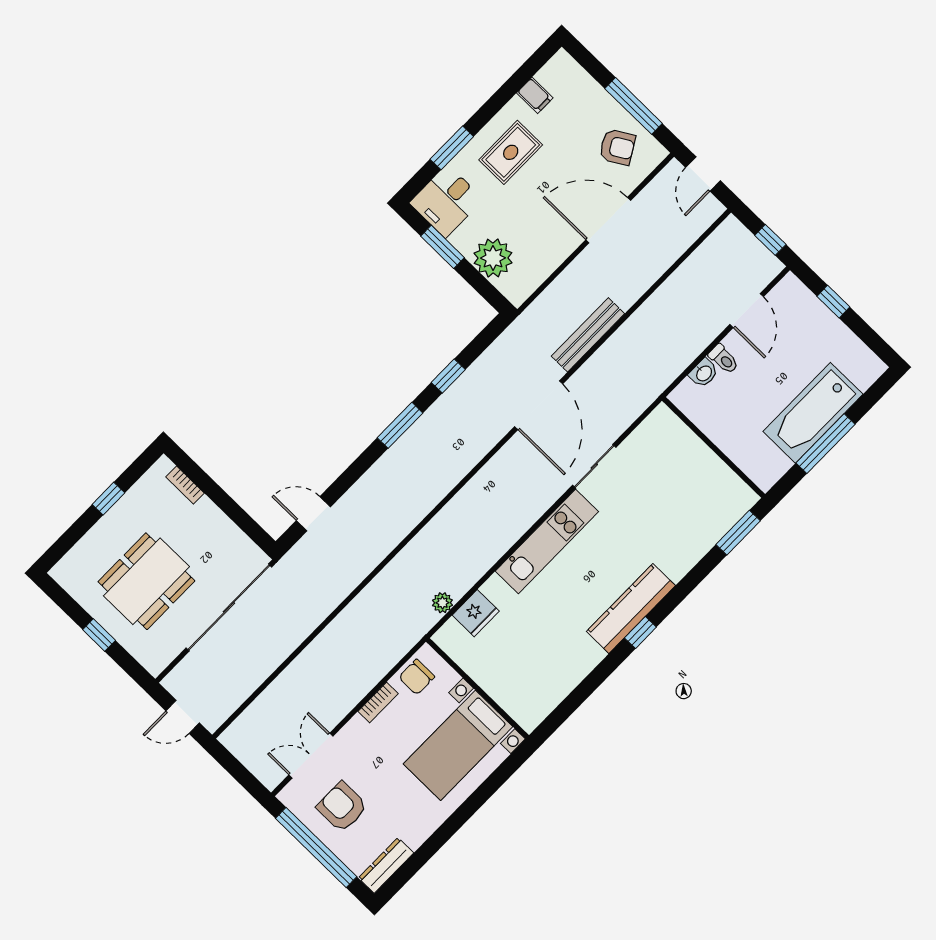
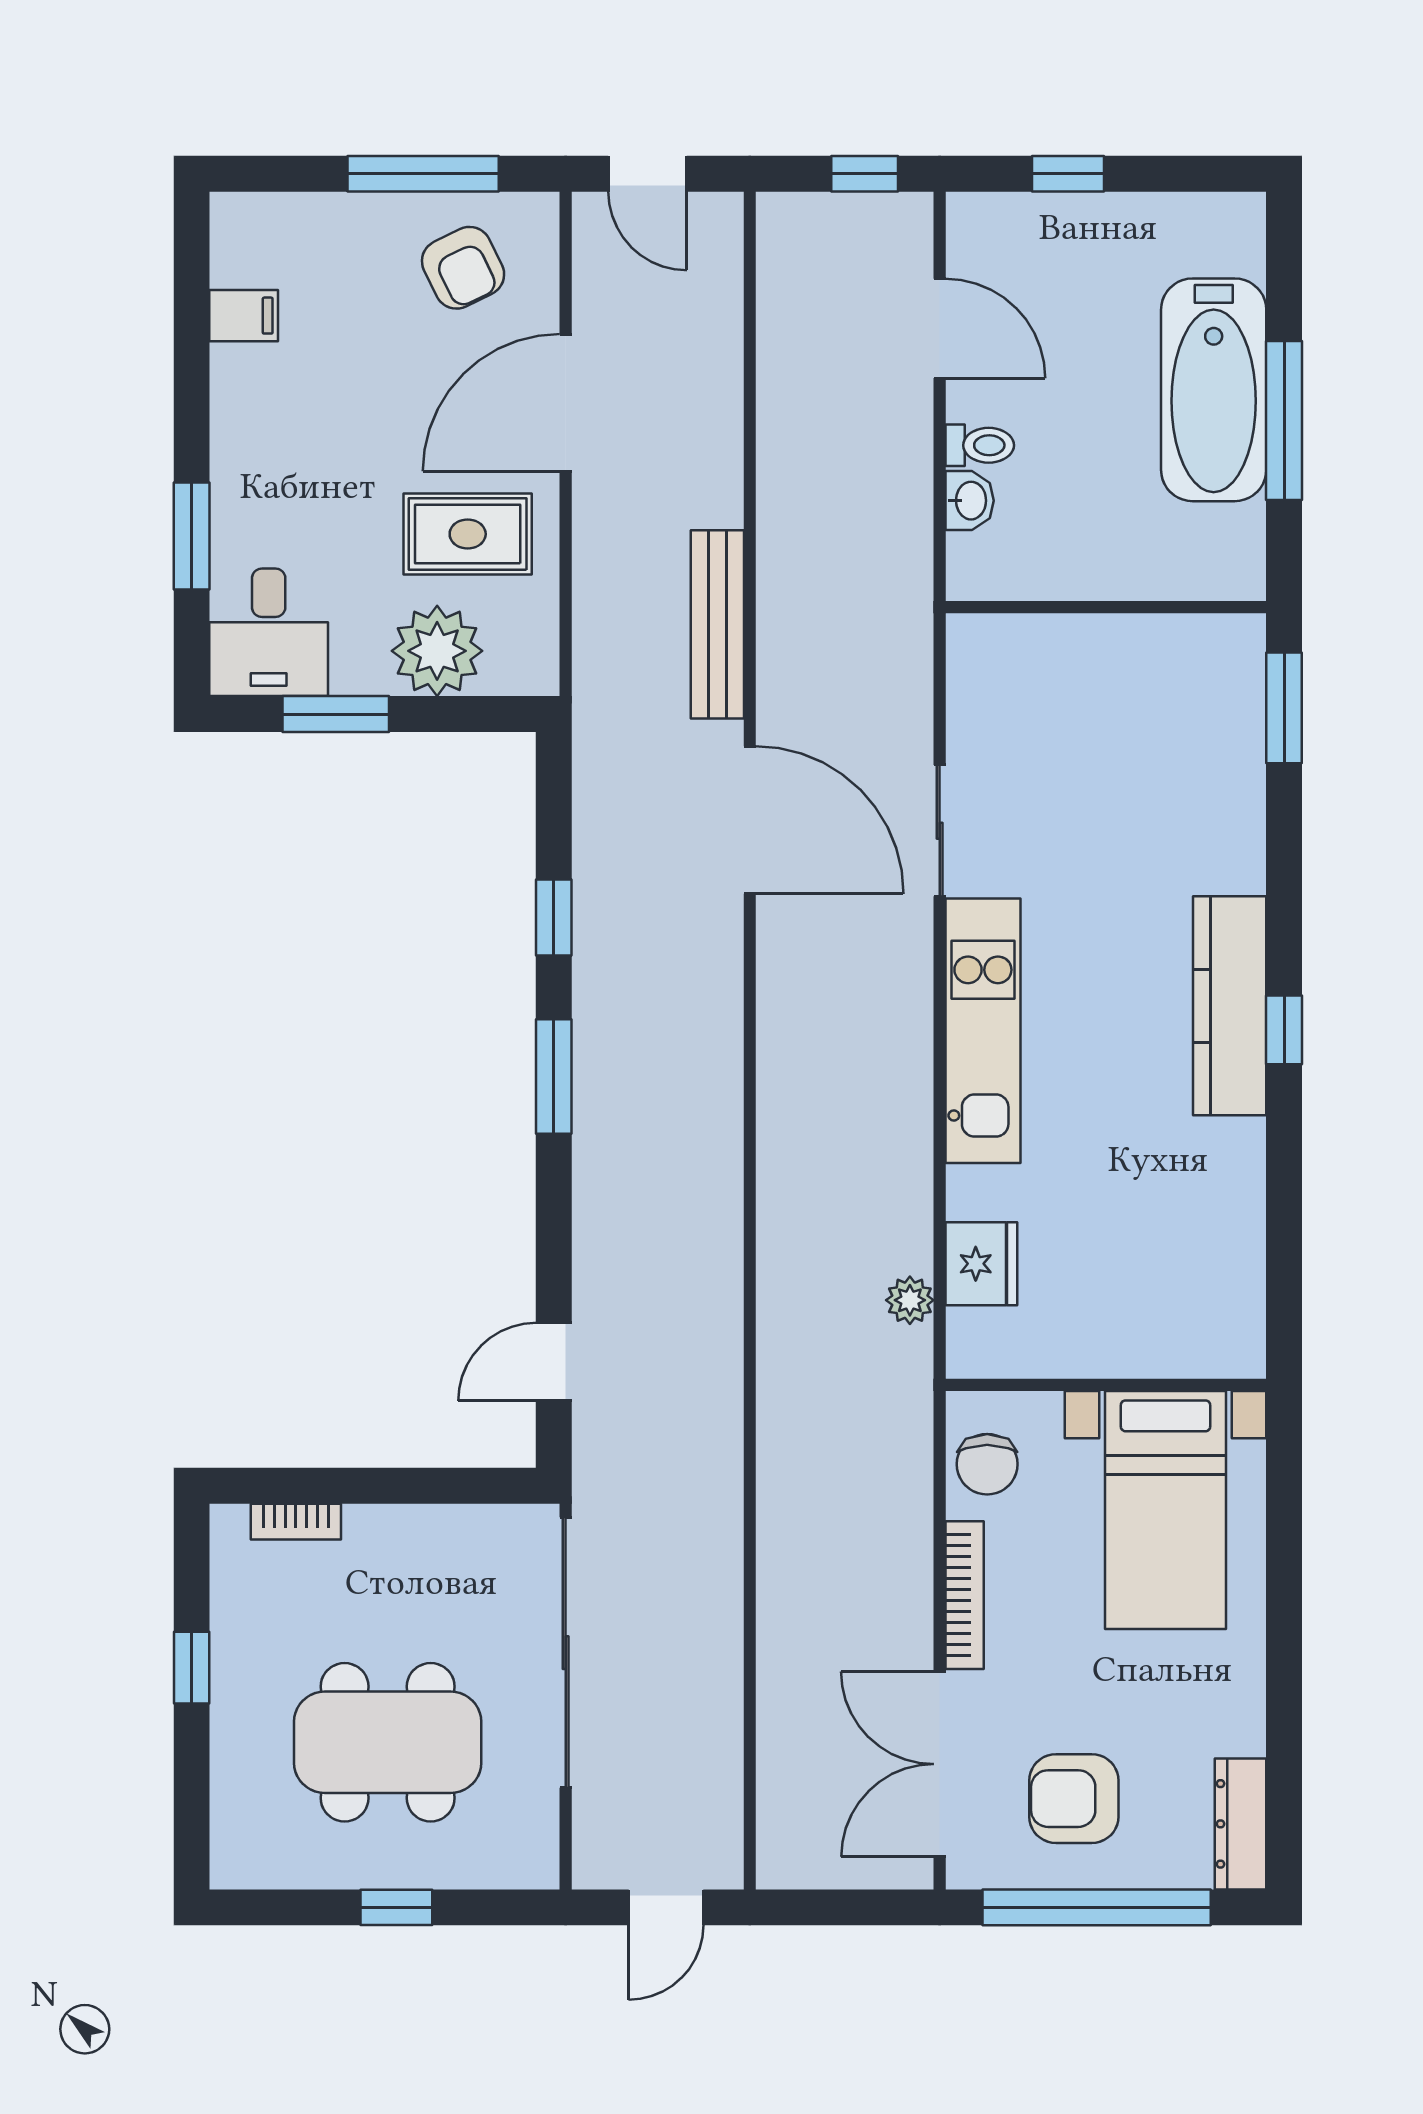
armchair: (617, 147) -> (463, 268), turned 95
rug: (511, 152) -> (468, 534), moved, turned 90
dining table: (146, 581) -> (388, 1742), turned 90
bookcase: (378, 702) -> (965, 1595), width x1.56
double door: (311, 756) -> (940, 1764), width x1.37

